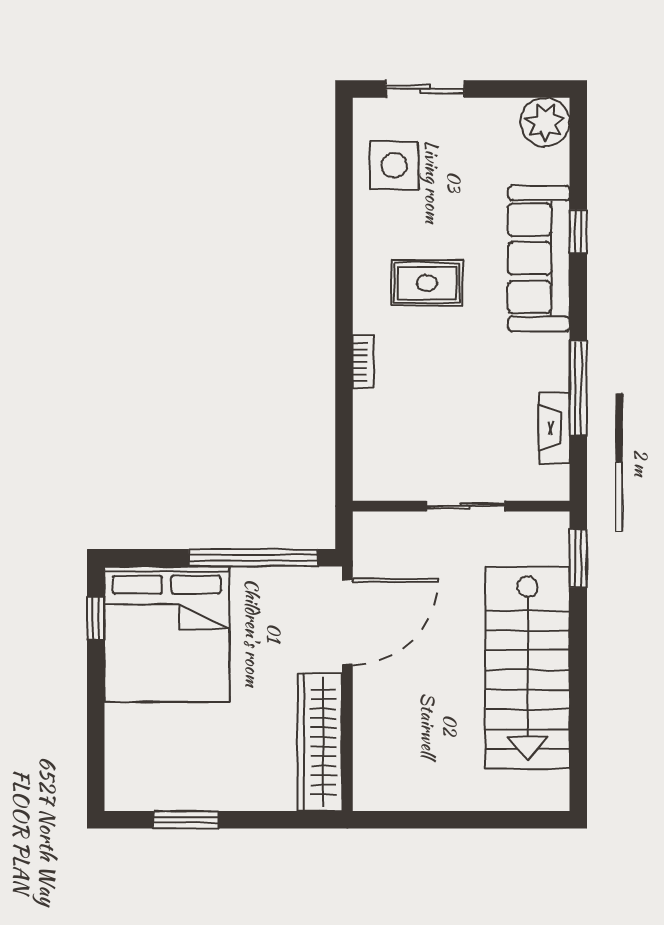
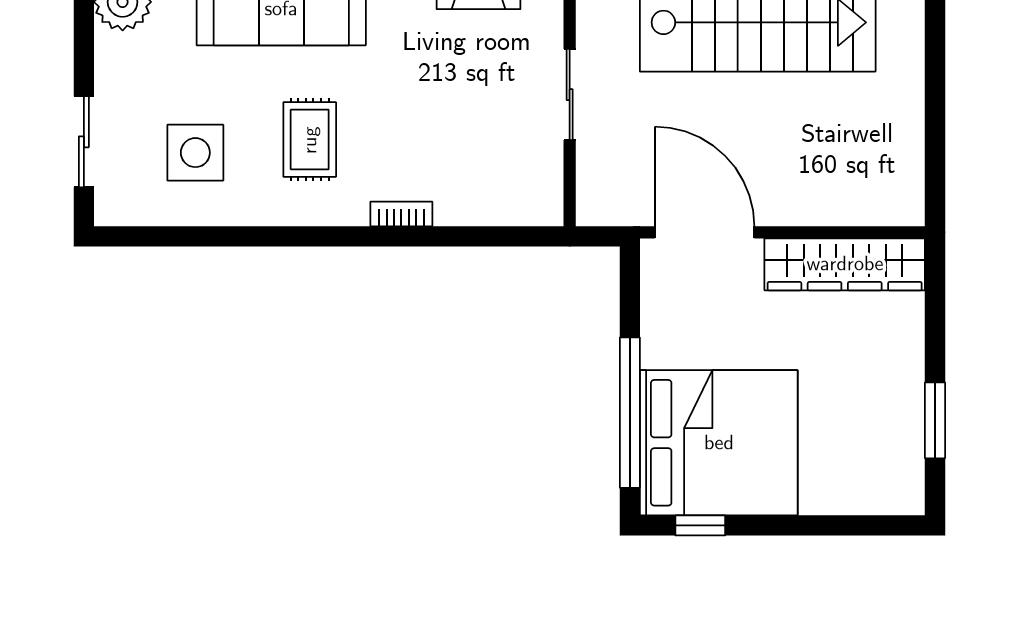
side table: (394, 165) -> (195, 153), moved
window: (253, 558) -> (630, 413), moved

